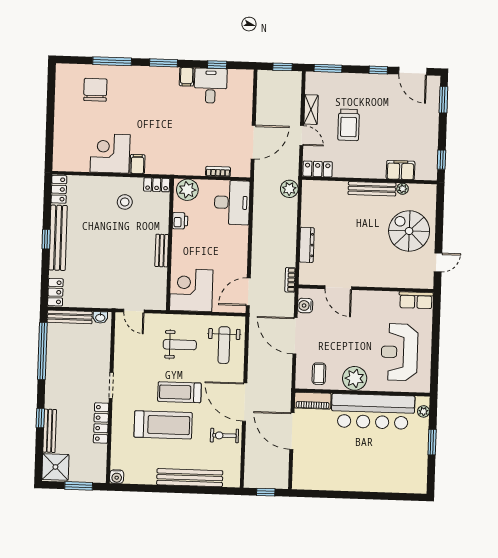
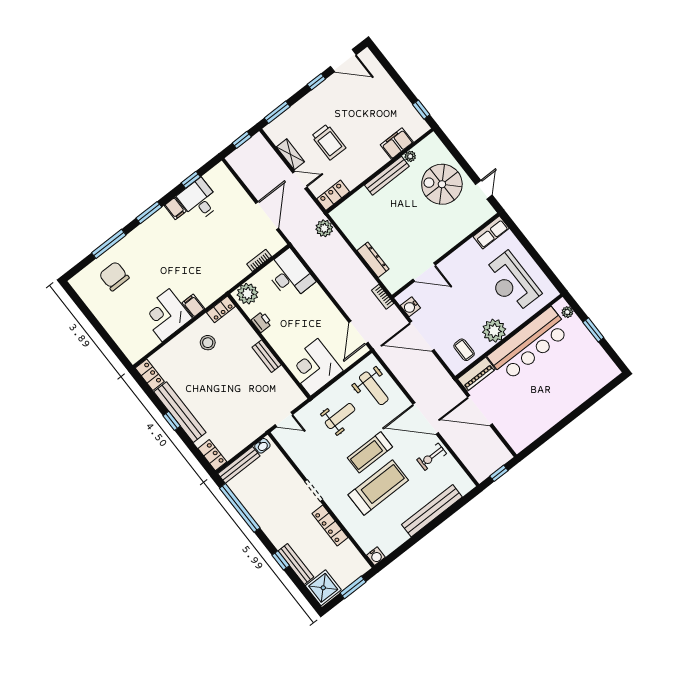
window: (443, 100) -> (385, 63), removed

